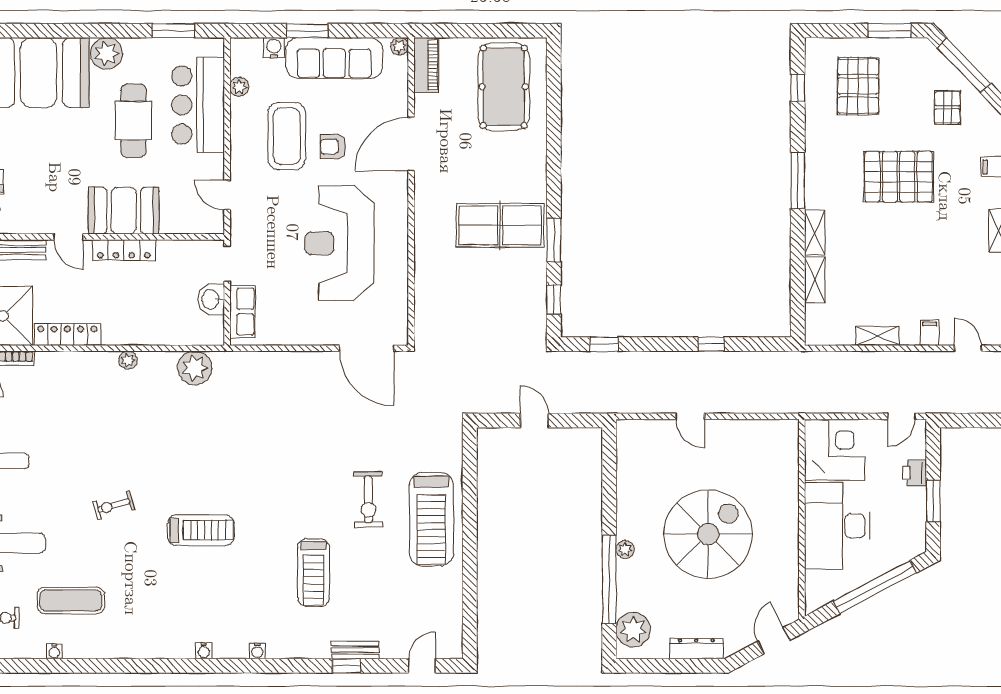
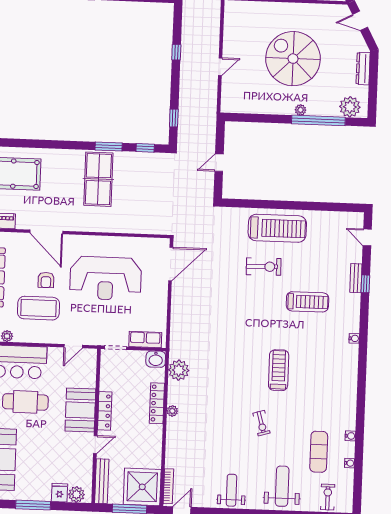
washbasin: (211, 299) -> (156, 359), moved
locker: (67, 335) -> (157, 403), moved
water cooler: (204, 651) -> (350, 436), moved

